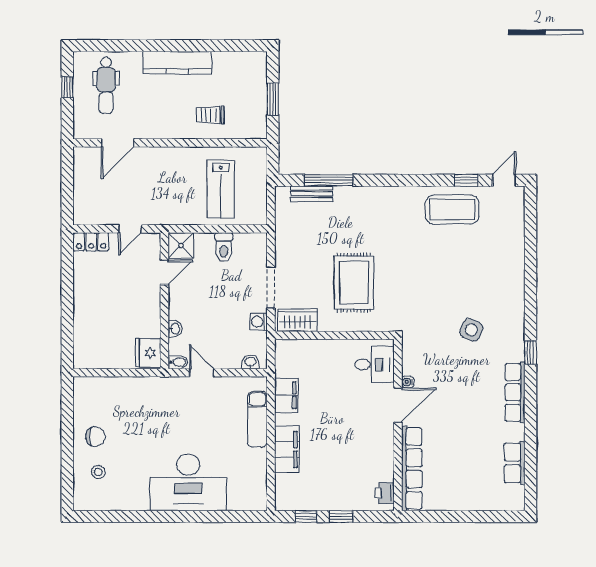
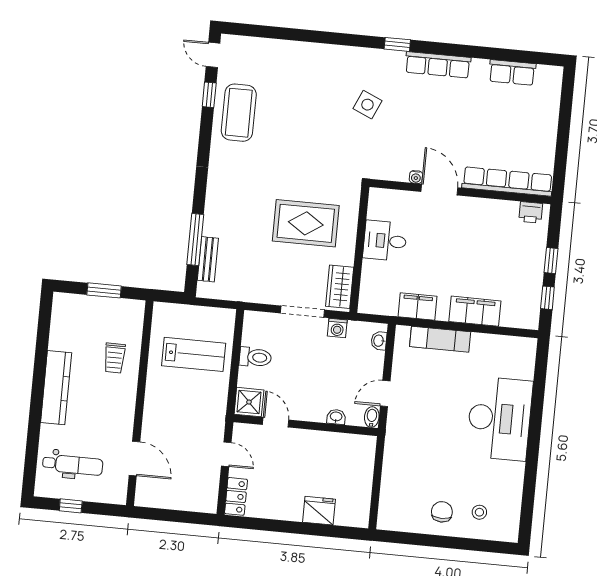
fridge: (148, 353) -> (319, 511), moved, turned 180
desk: (375, 365) -> (385, 241), moved, turned -90

